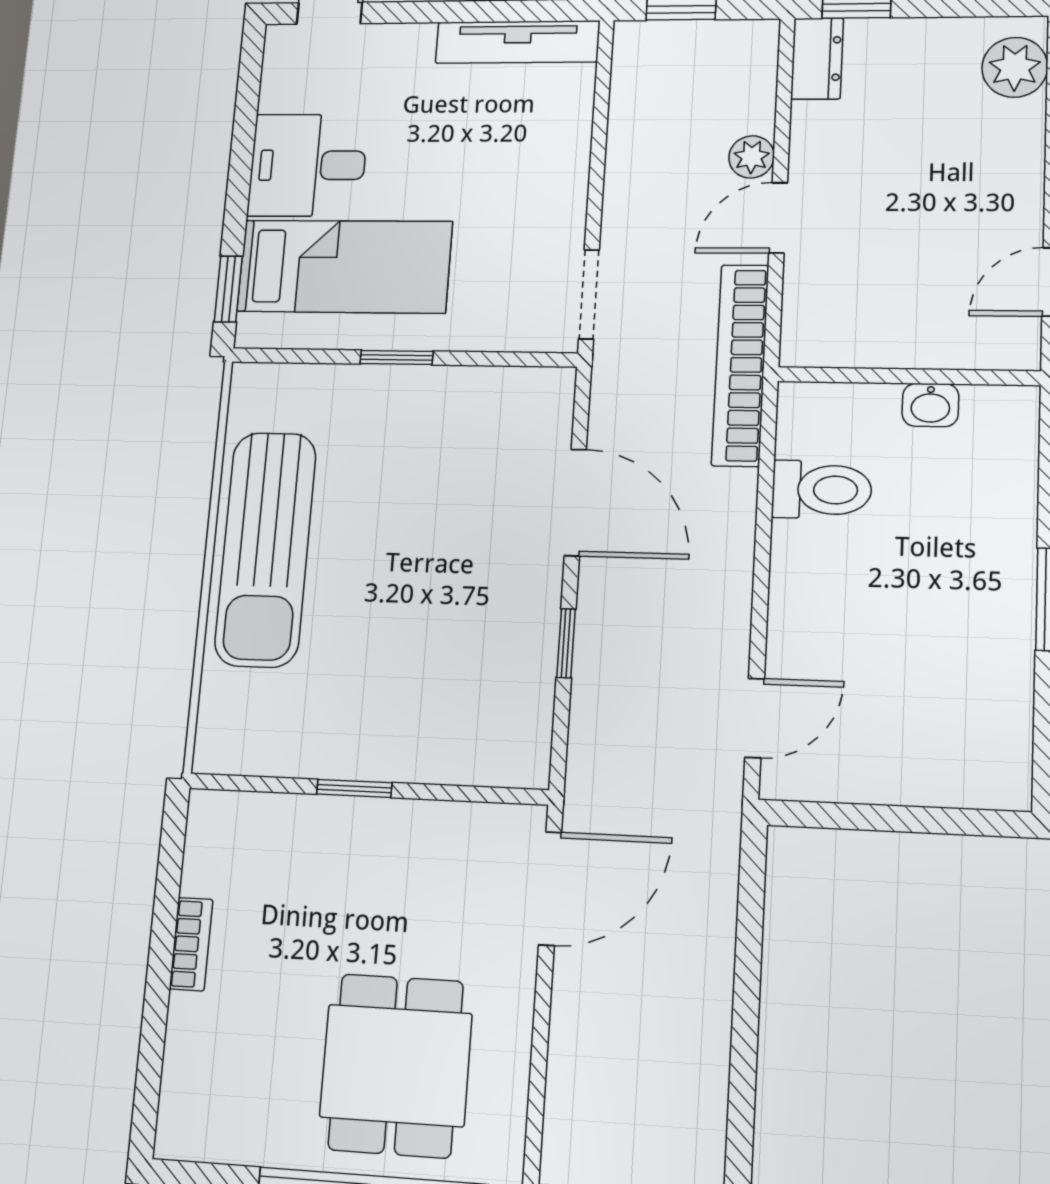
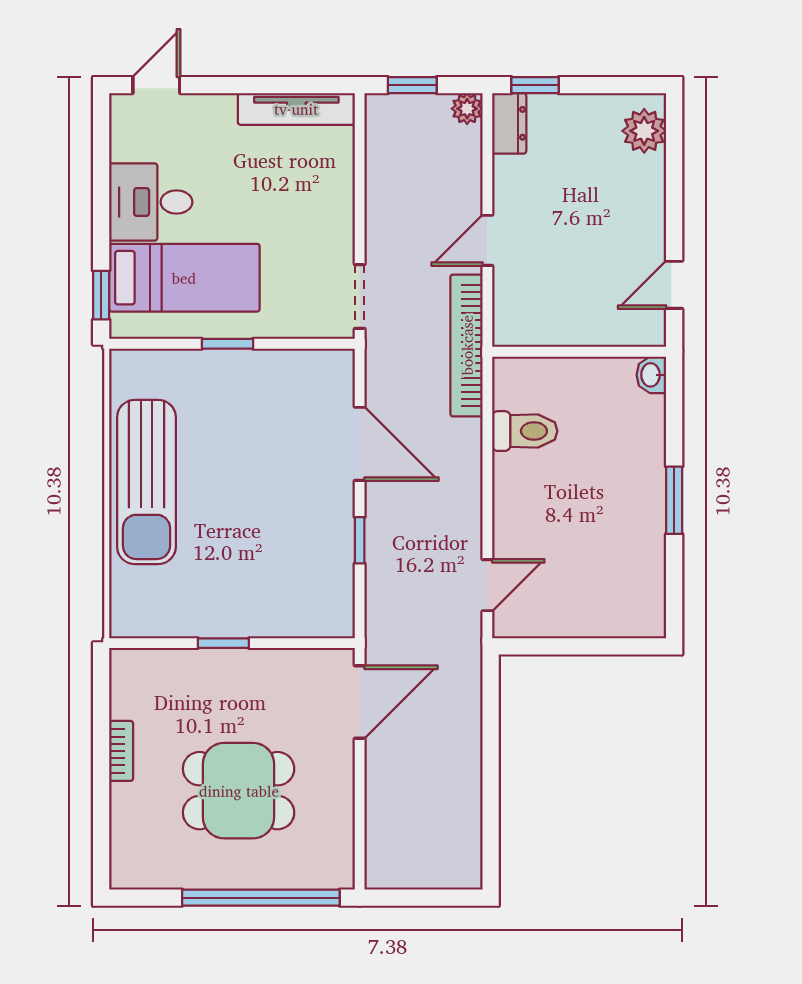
plant: (752, 157) -> (467, 109), moved
washbasin: (930, 405) -> (651, 375), moved, turned 90
dining table: (396, 1065) -> (239, 791), moved, turned 90

